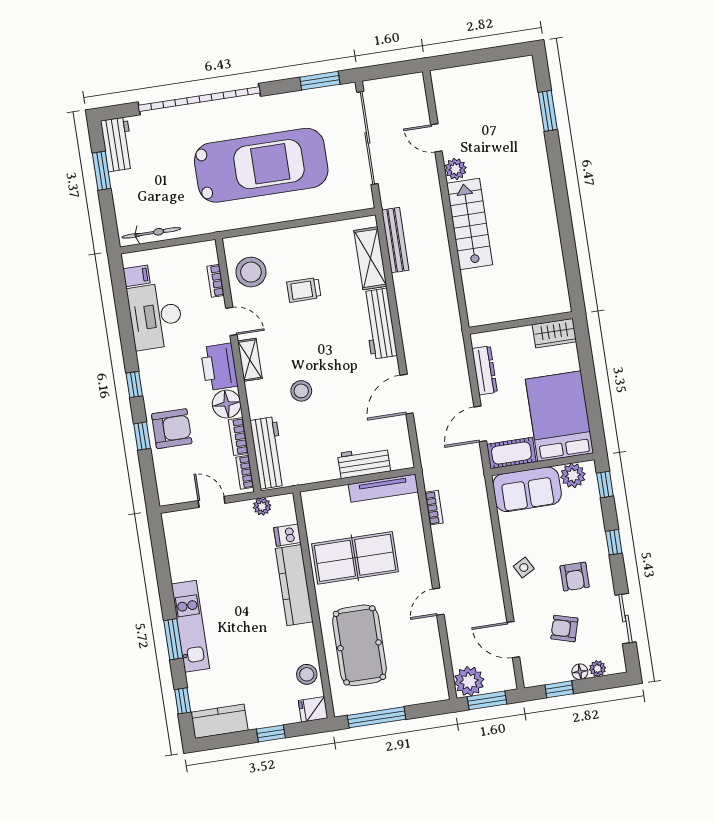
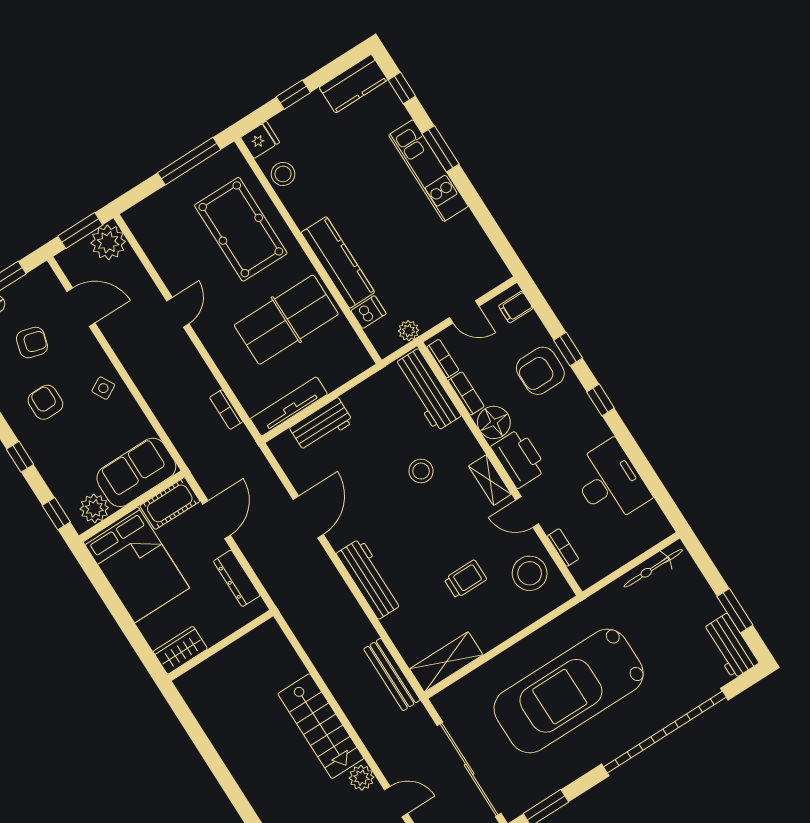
shelving: (370, 258) -> (446, 662), moved, turned 90
filing cabinet: (137, 276) -> (516, 307), moved

